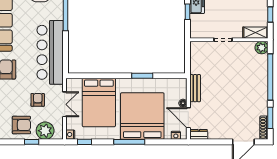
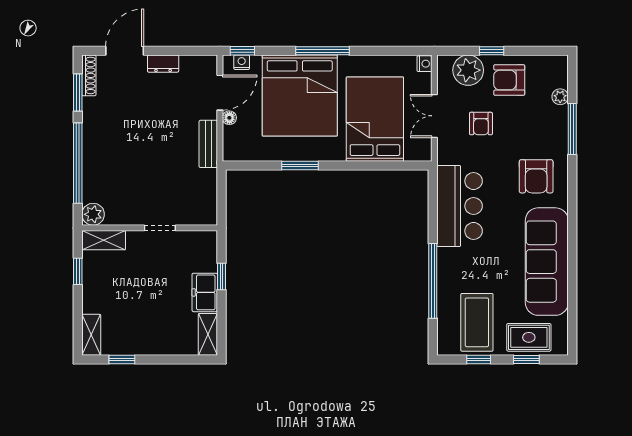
bar counter: (50, 52) -> (460, 206), width x0.73
door: (188, 118) -> (220, 93), hinge flipped
dresser: (199, 134) -> (163, 64), moved
window: (85, 142) -> (242, 51), moved

